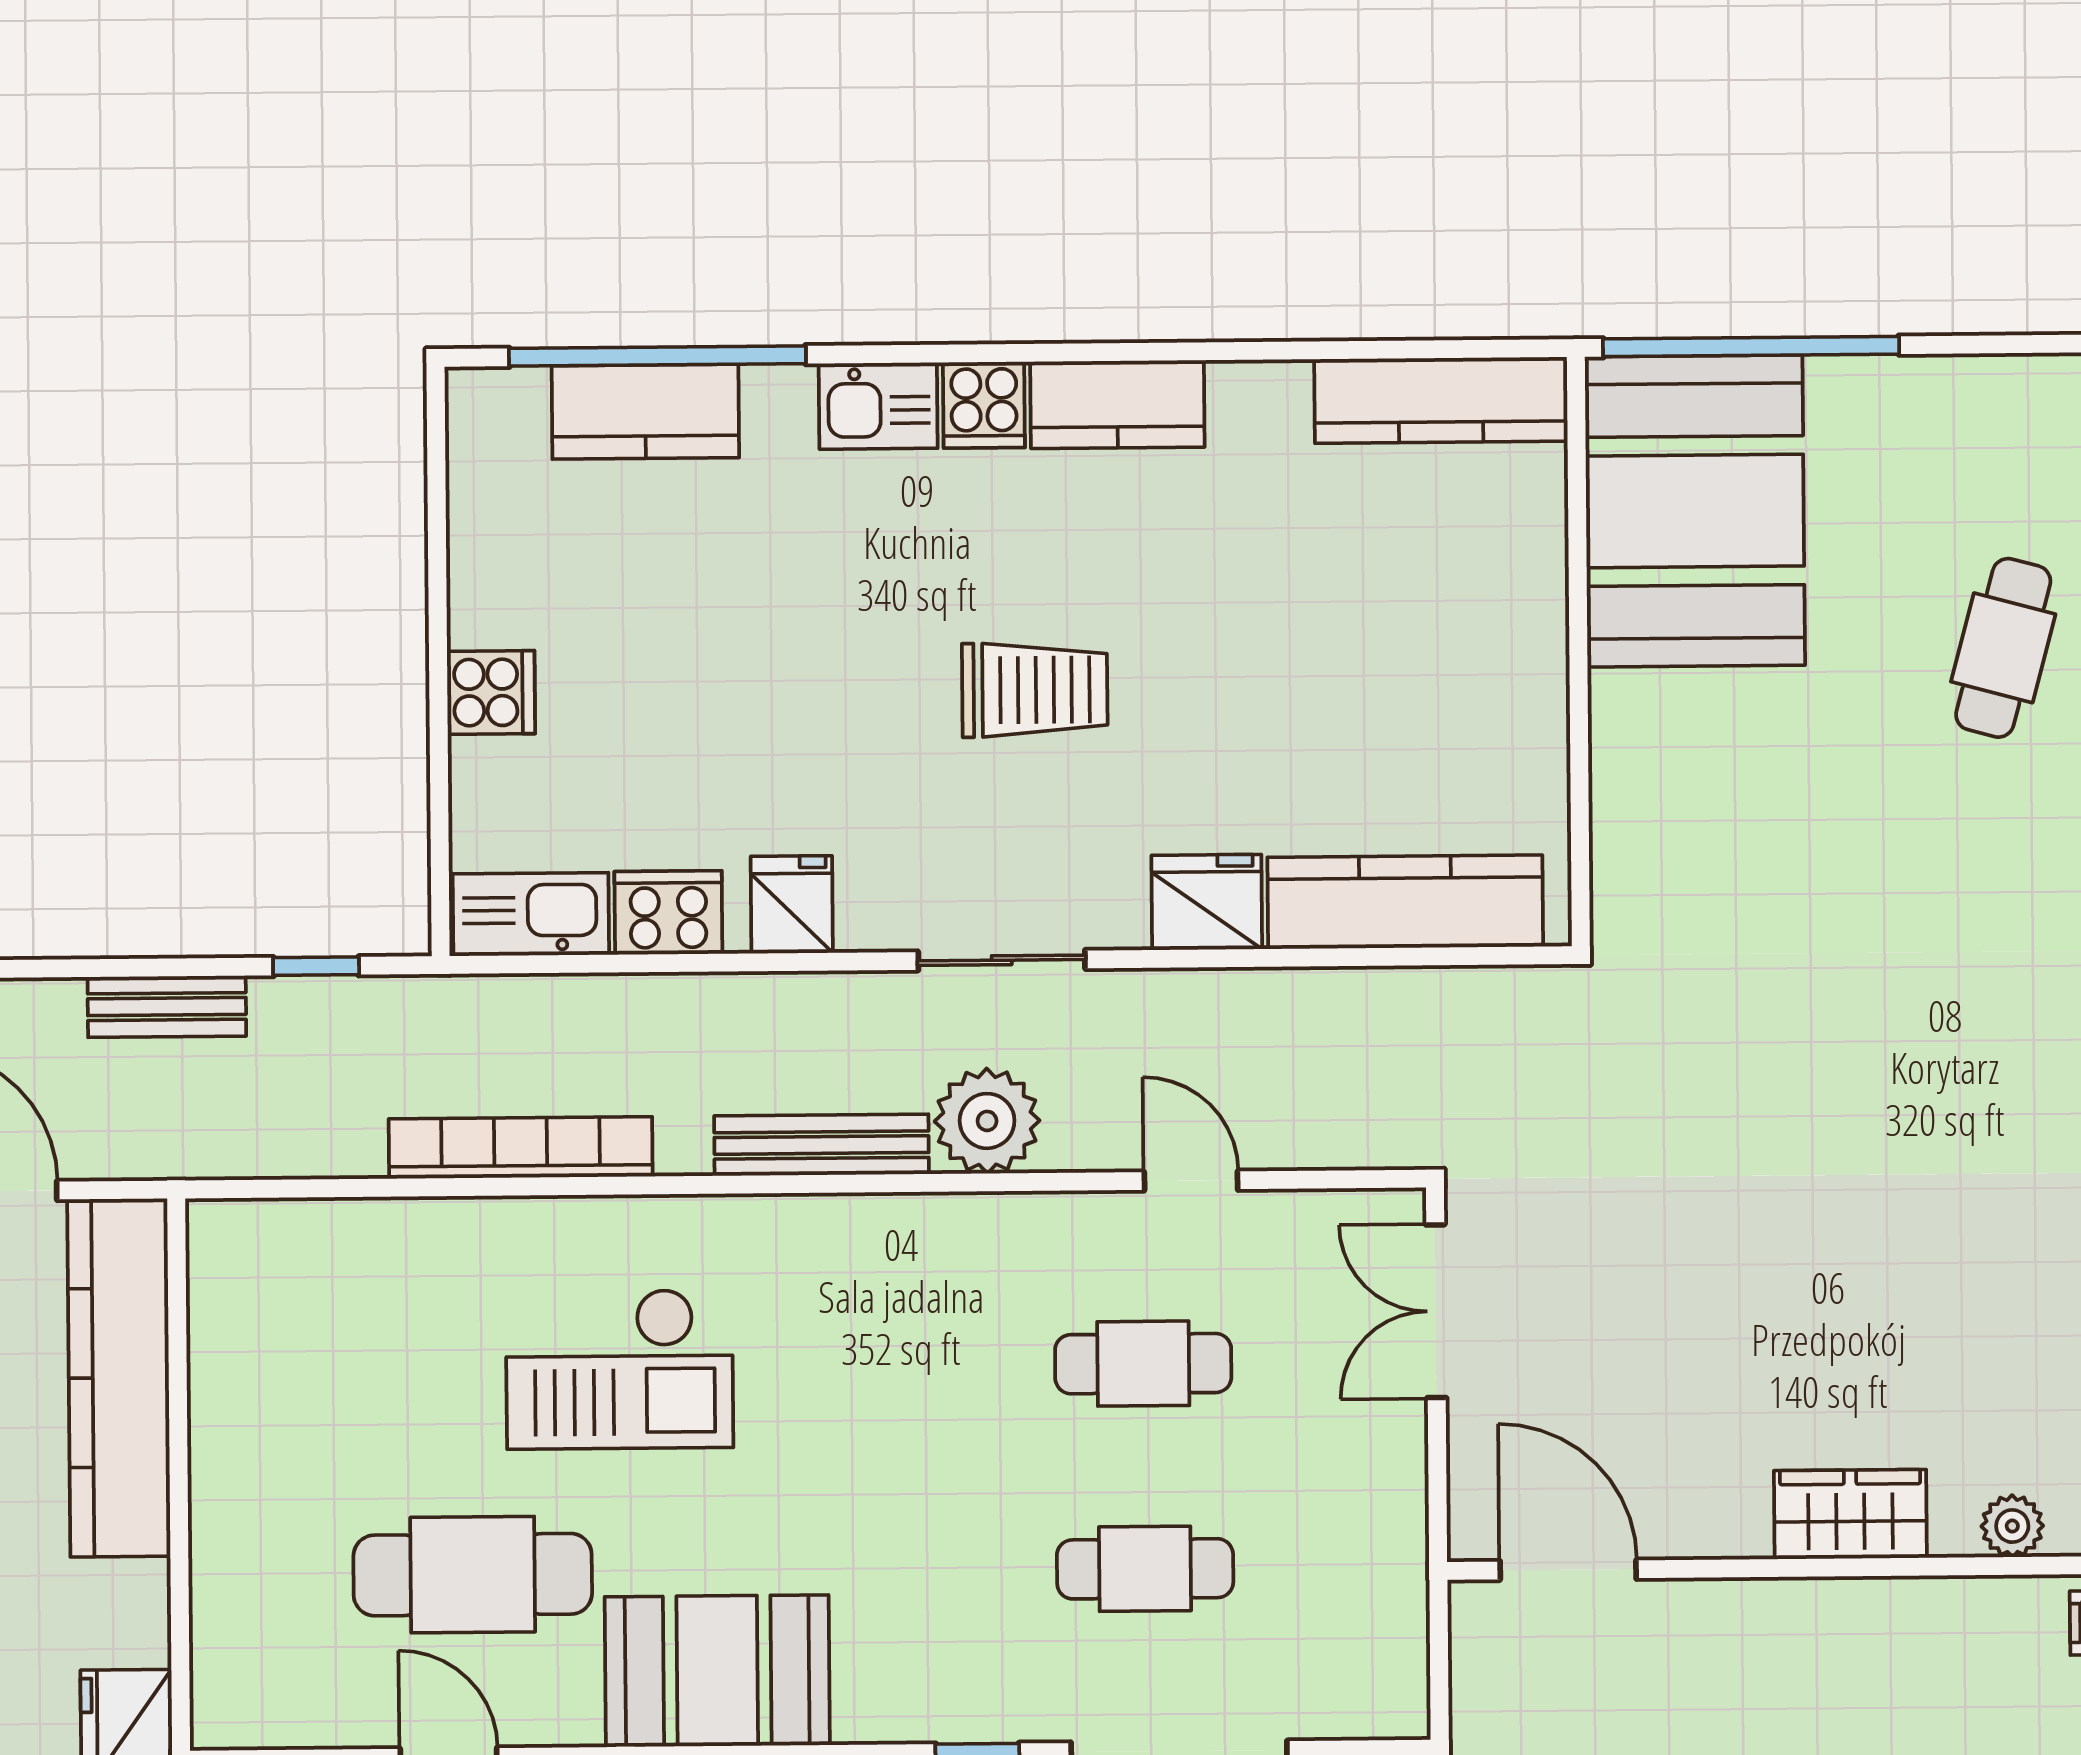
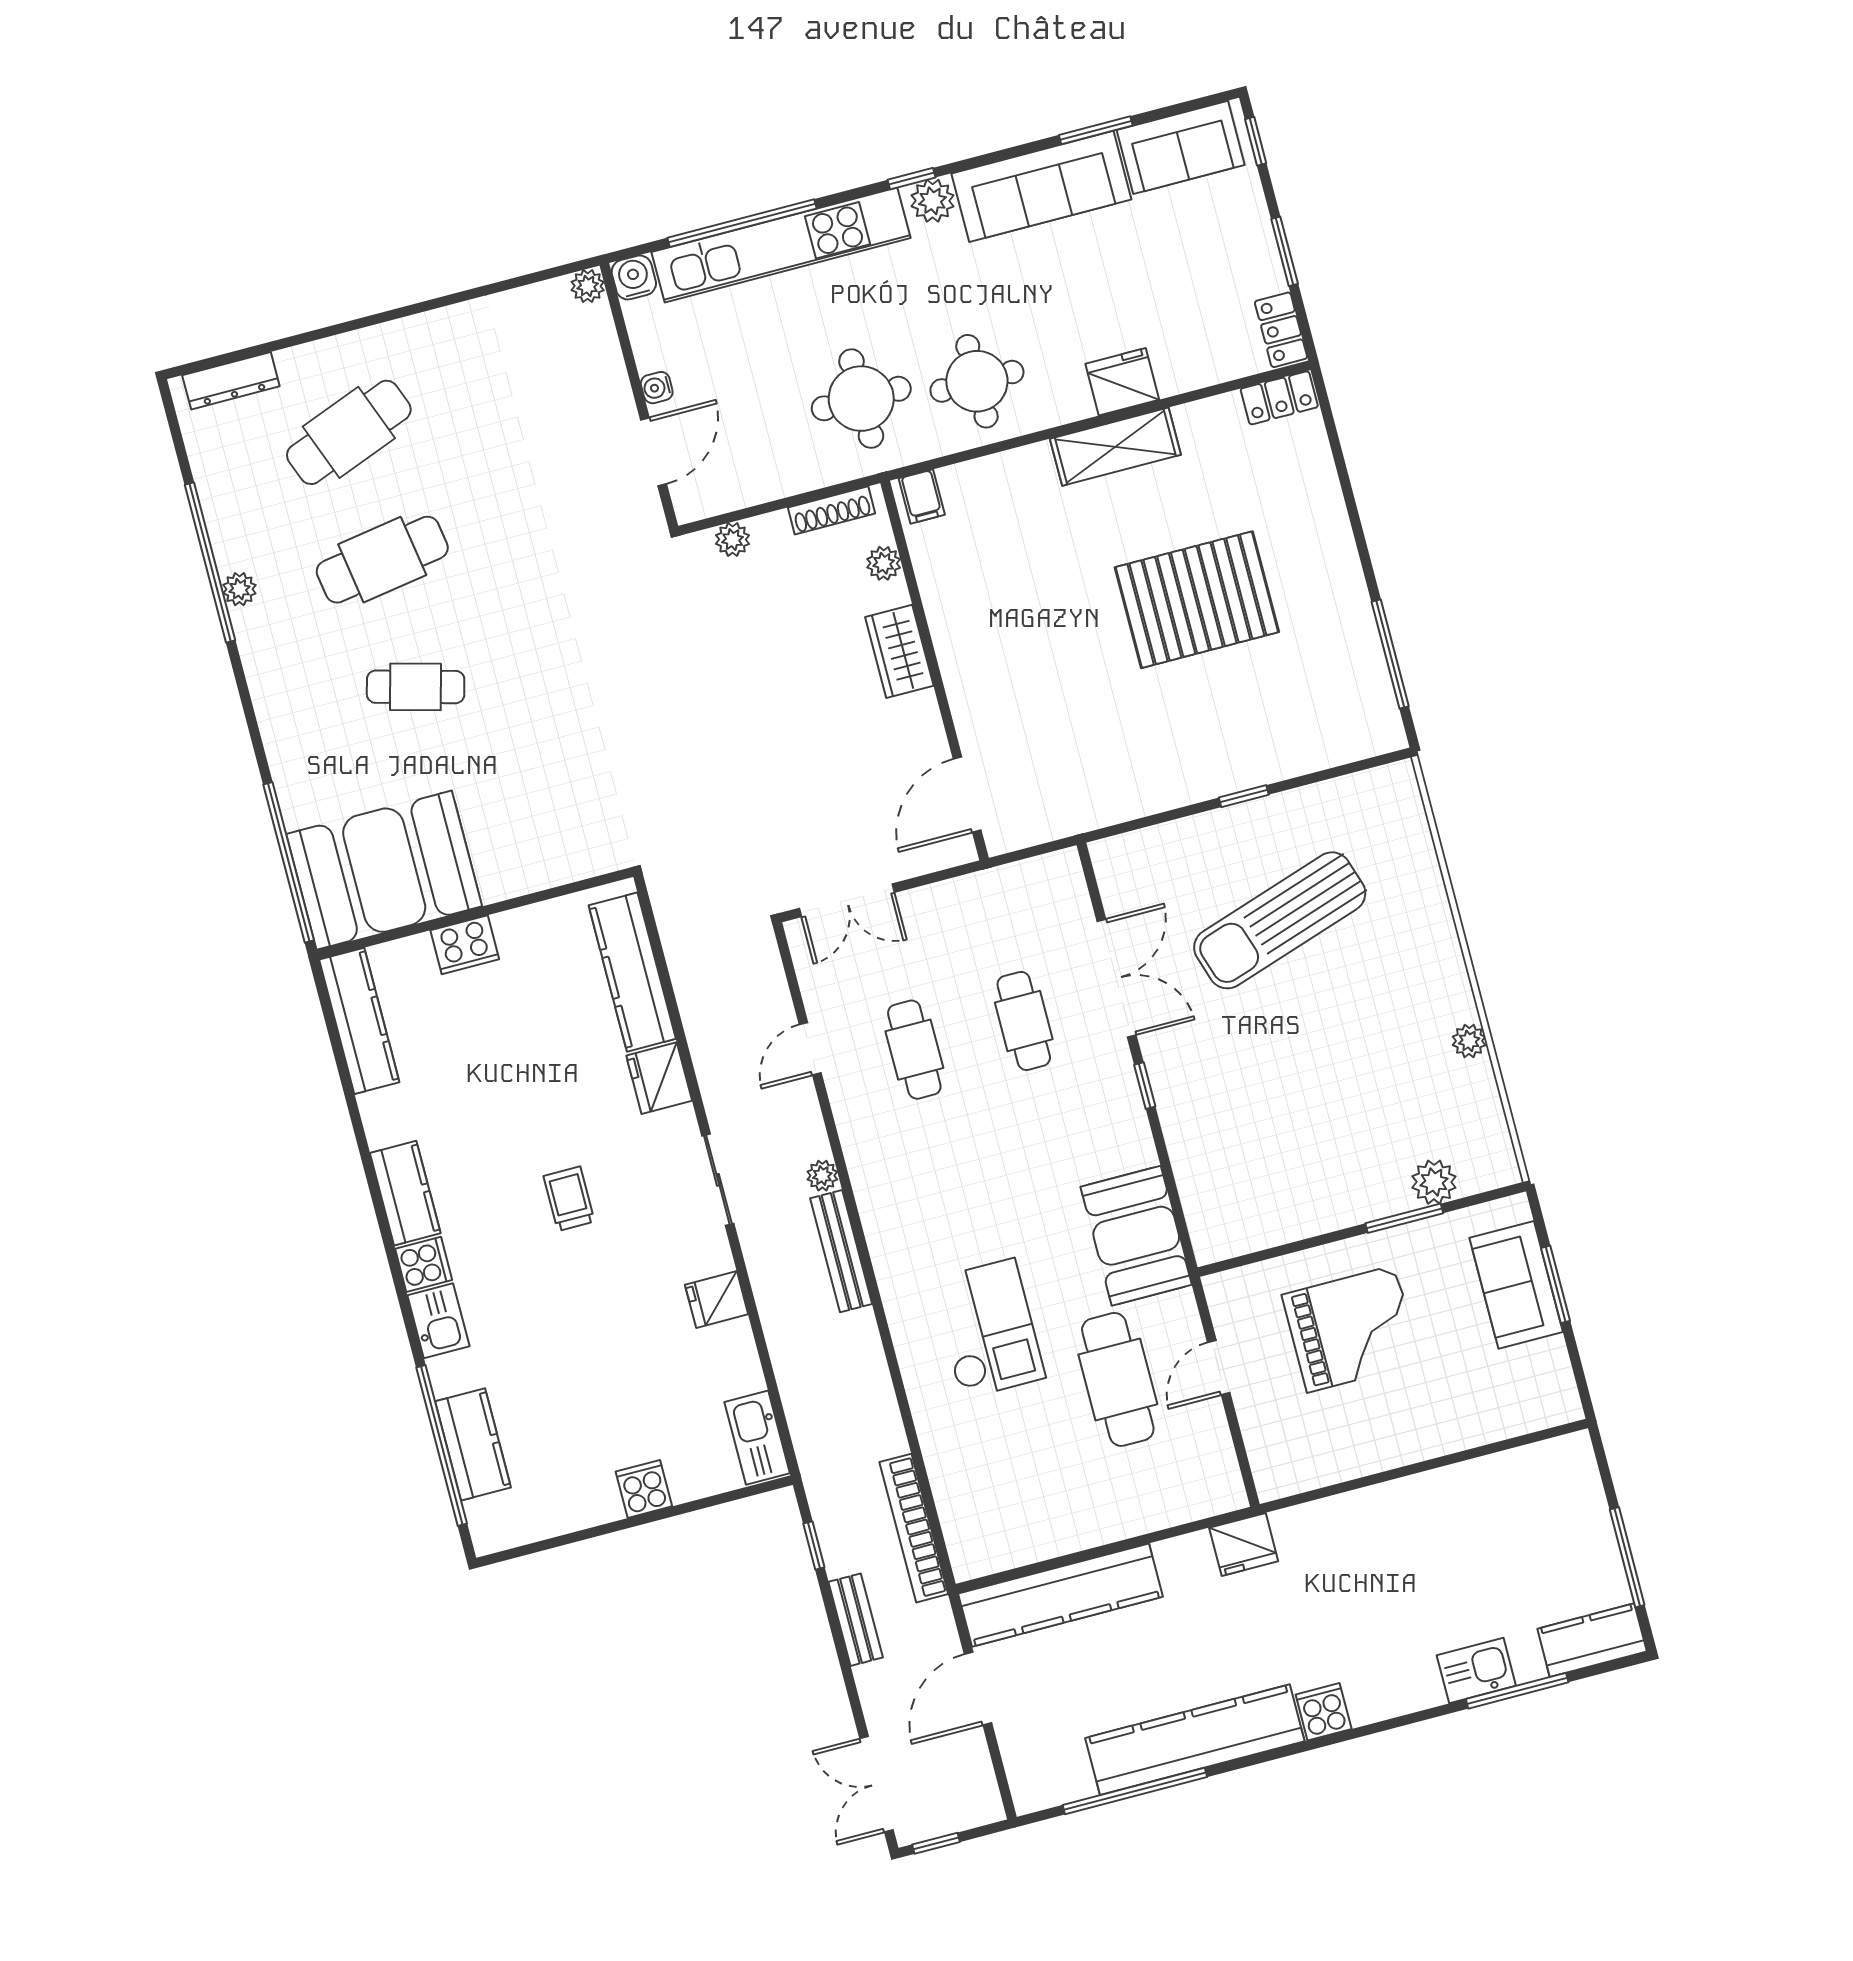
trolley: (1035, 690) -> (569, 1199), width x0.73, depth x0.72
cooker: (668, 913) -> (465, 945), moved, turned -90
plant: (987, 1121) -> (822, 1176), width x0.53, depth x0.53
bookcase: (521, 1148) -> (914, 1528), moved

